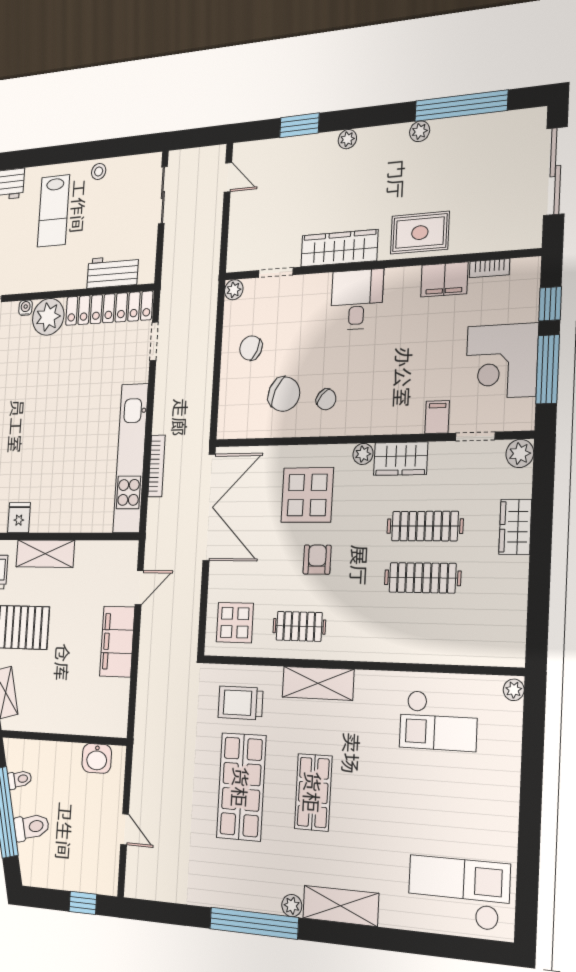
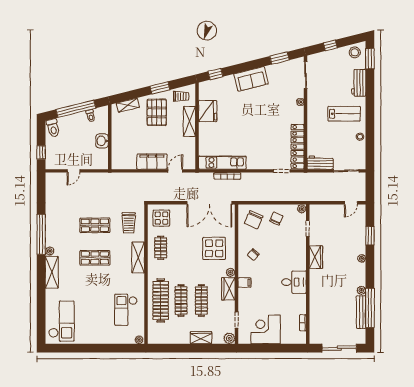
bench: (470, 126) -> (361, 312), added
lab bench: (54, 211) -> (344, 114), turned 180
rug: (420, 233) -> (320, 293), removed
wardrobe: (339, 248) -> (316, 257), width x0.67
workbench: (113, 272) -> (320, 163), moved, turned -90
filing cabinet: (444, 279) -> (300, 304), removed
desk: (357, 299) -> (294, 282), moved
window: (550, 304) -> (287, 348), removed
plant: (48, 317) -> (296, 115), removed
window: (548, 369) -> (262, 348), removed
chair: (284, 394) -> (254, 220), moved
filing cabinet: (437, 417) -> (244, 283), moved
kitchen unit: (131, 458) -> (222, 163), width x0.73
fridge: (19, 518) -> (208, 111), width x1.88, depth x1.34
armchair: (317, 560) -> (188, 254), removed
door: (139, 587) -> (175, 171), swing flipped
clothes rail: (420, 630) -> (161, 300), added
trolley: (240, 703) -> (129, 223), turned 180
washbasin: (97, 758) -> (102, 141), moved
shop shelf: (241, 787) -> (95, 225), width x0.70, depth x0.74
toilet: (31, 827) -> (53, 128), moved

